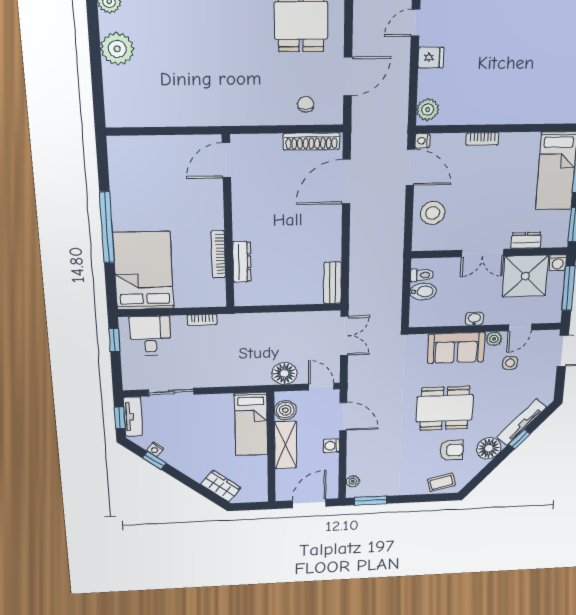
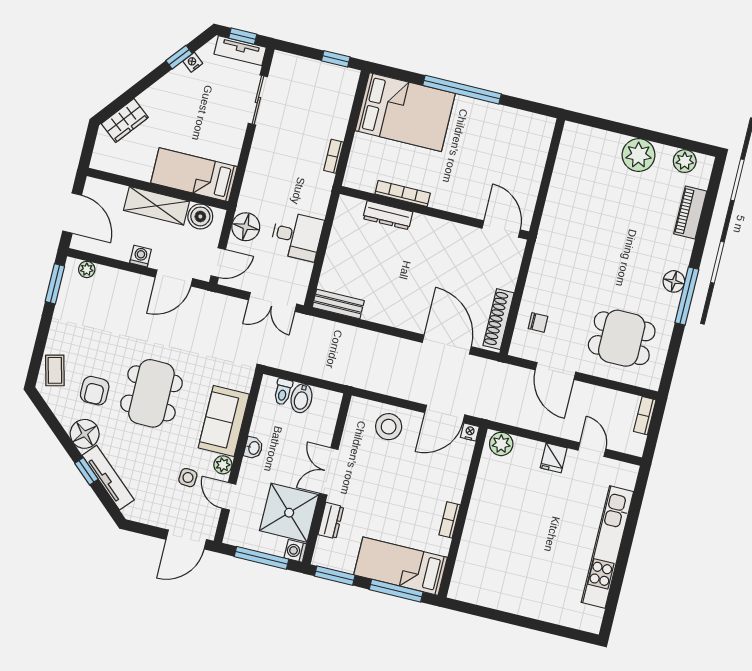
bookcase: (483, 139) -> (450, 520), moved
toilet: (422, 275) -> (283, 392), moved
desk: (150, 336) -> (297, 236), moved

